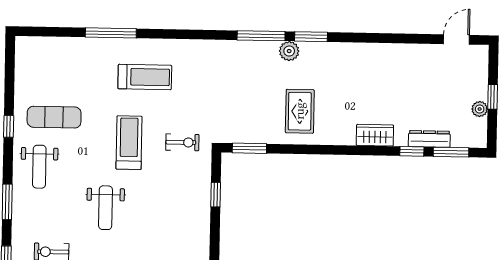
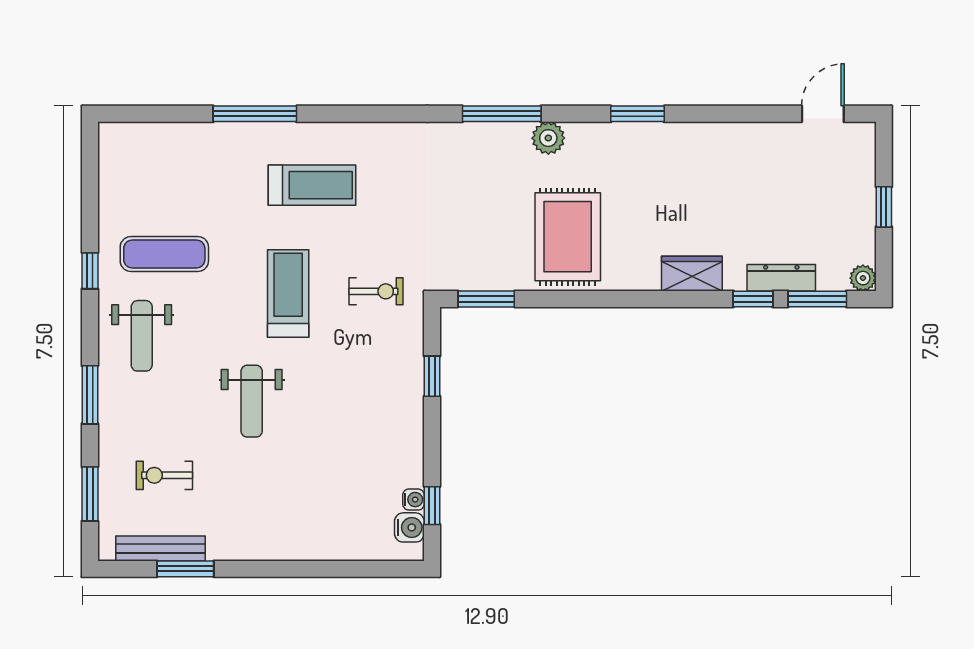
window: (311, 37) -> (638, 114), moved
plant: (480, 109) -> (863, 278), moved
rug: (300, 111) -> (568, 237), width x1.36, depth x1.43

